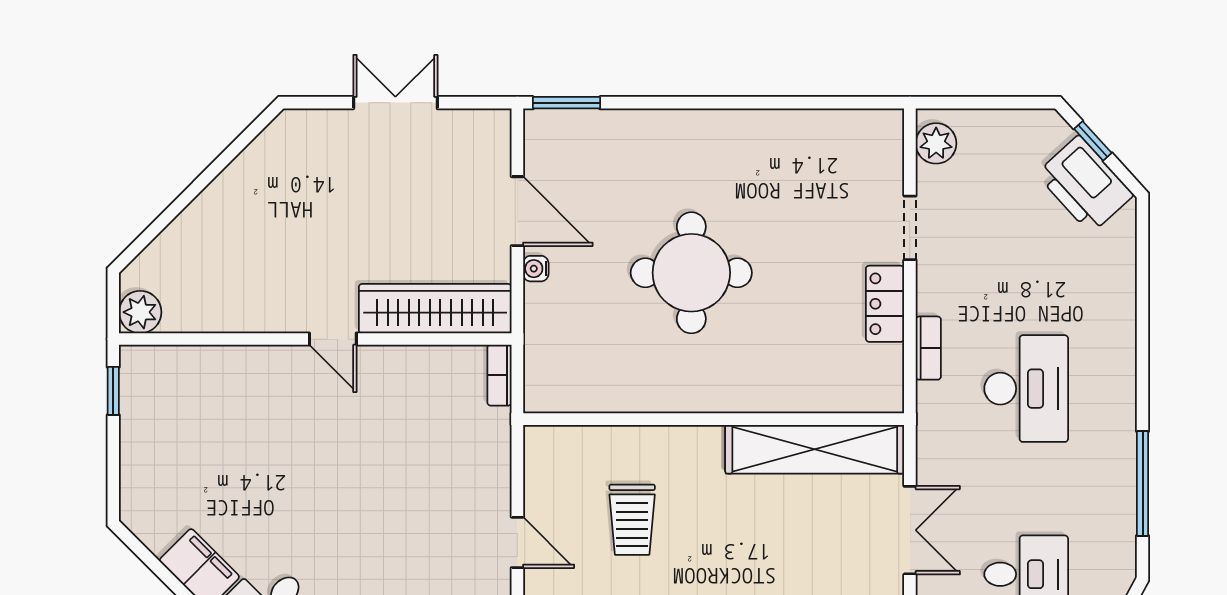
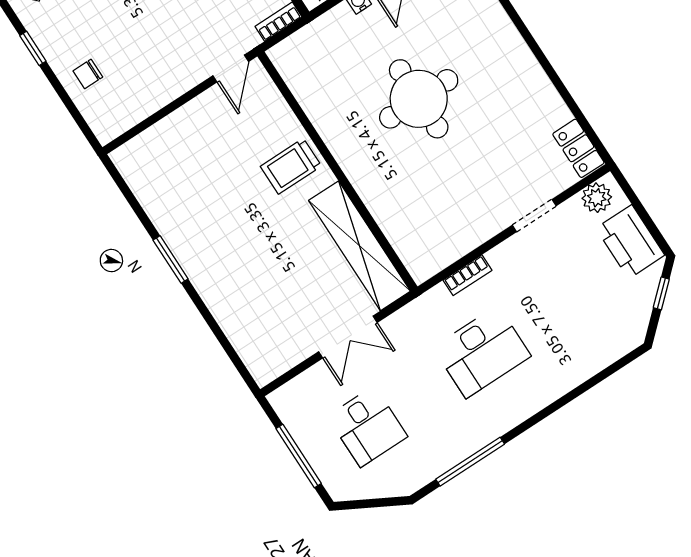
printer: (1085, 184) -> (630, 242), moved, turned -48
locker: (885, 304) -> (578, 148), moved, turned -90
trolley: (632, 520) -> (291, 166), moved
door: (517, 542) -> (231, 69), moved

